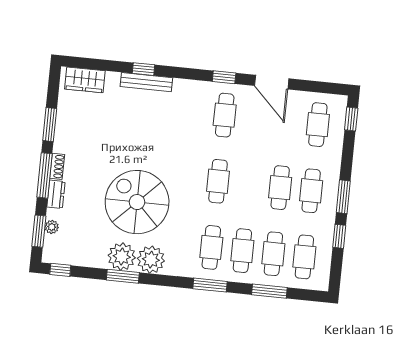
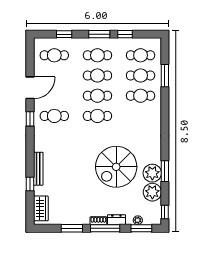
window: (144, 69) -> (30, 184), moved
window: (351, 119) -> (64, 34), moved
cafe table: (211, 247) -> (97, 96), moved
plant: (151, 260) -> (152, 192), moved
window: (210, 285) -> (165, 114), removed

